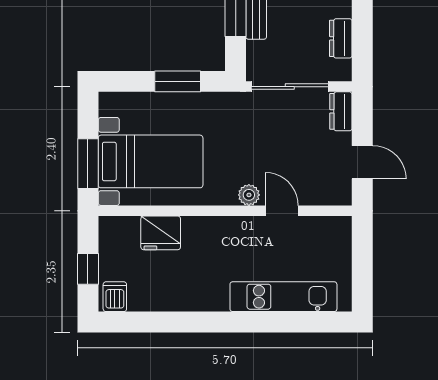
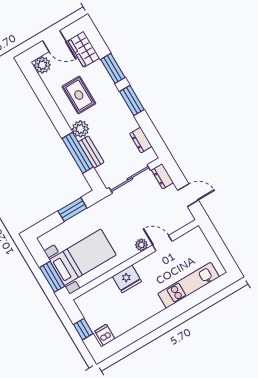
fridge: (161, 233) -> (127, 279), moved

